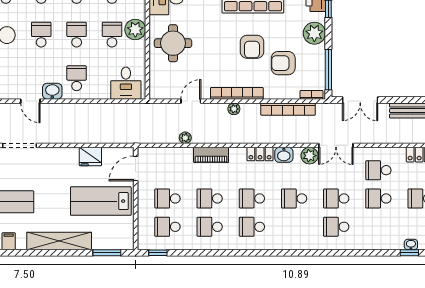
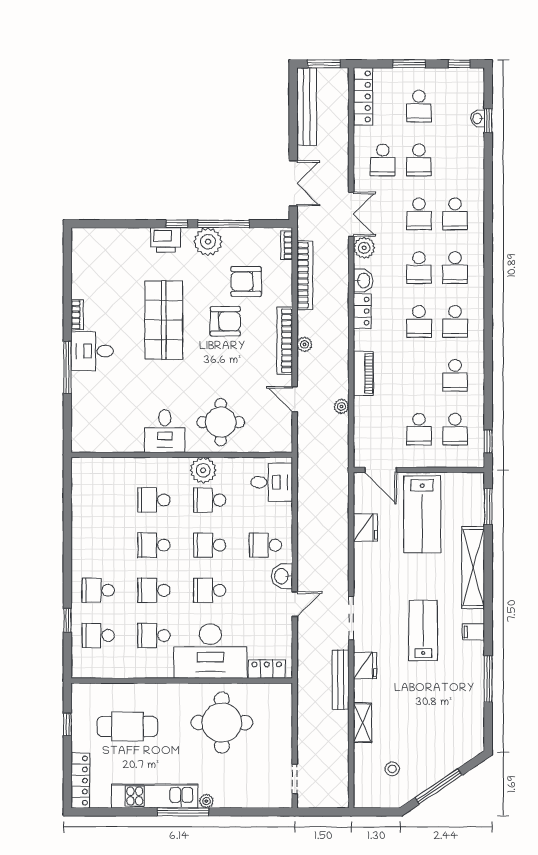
armchair: (283, 63) -> (246, 282), turned 90
window: (328, 70) -> (224, 224), moved
school desk: (210, 198) -> (455, 268), moved

